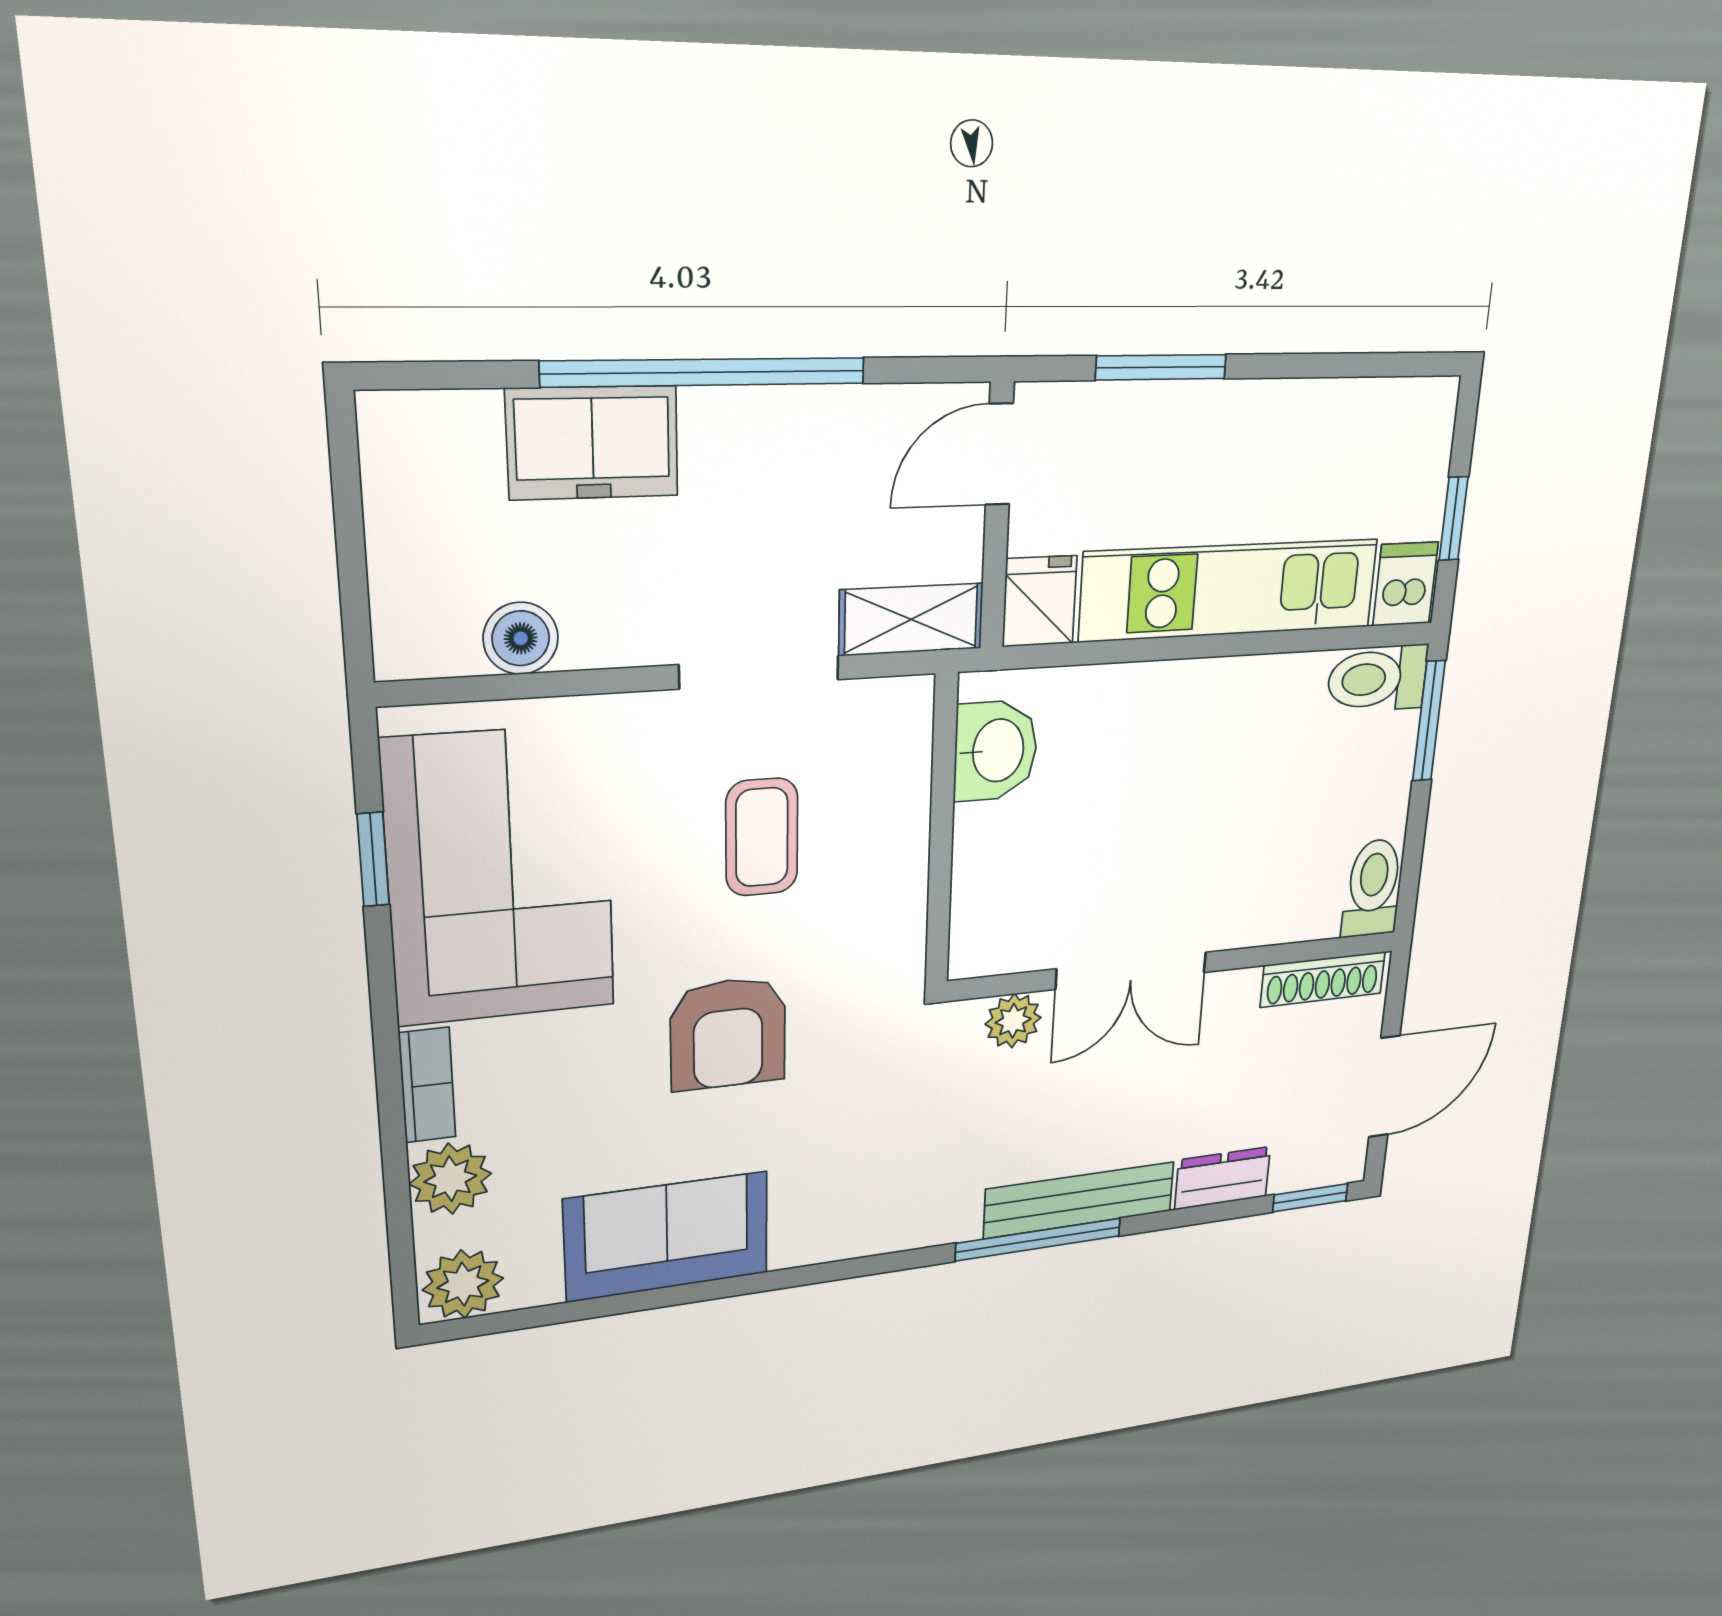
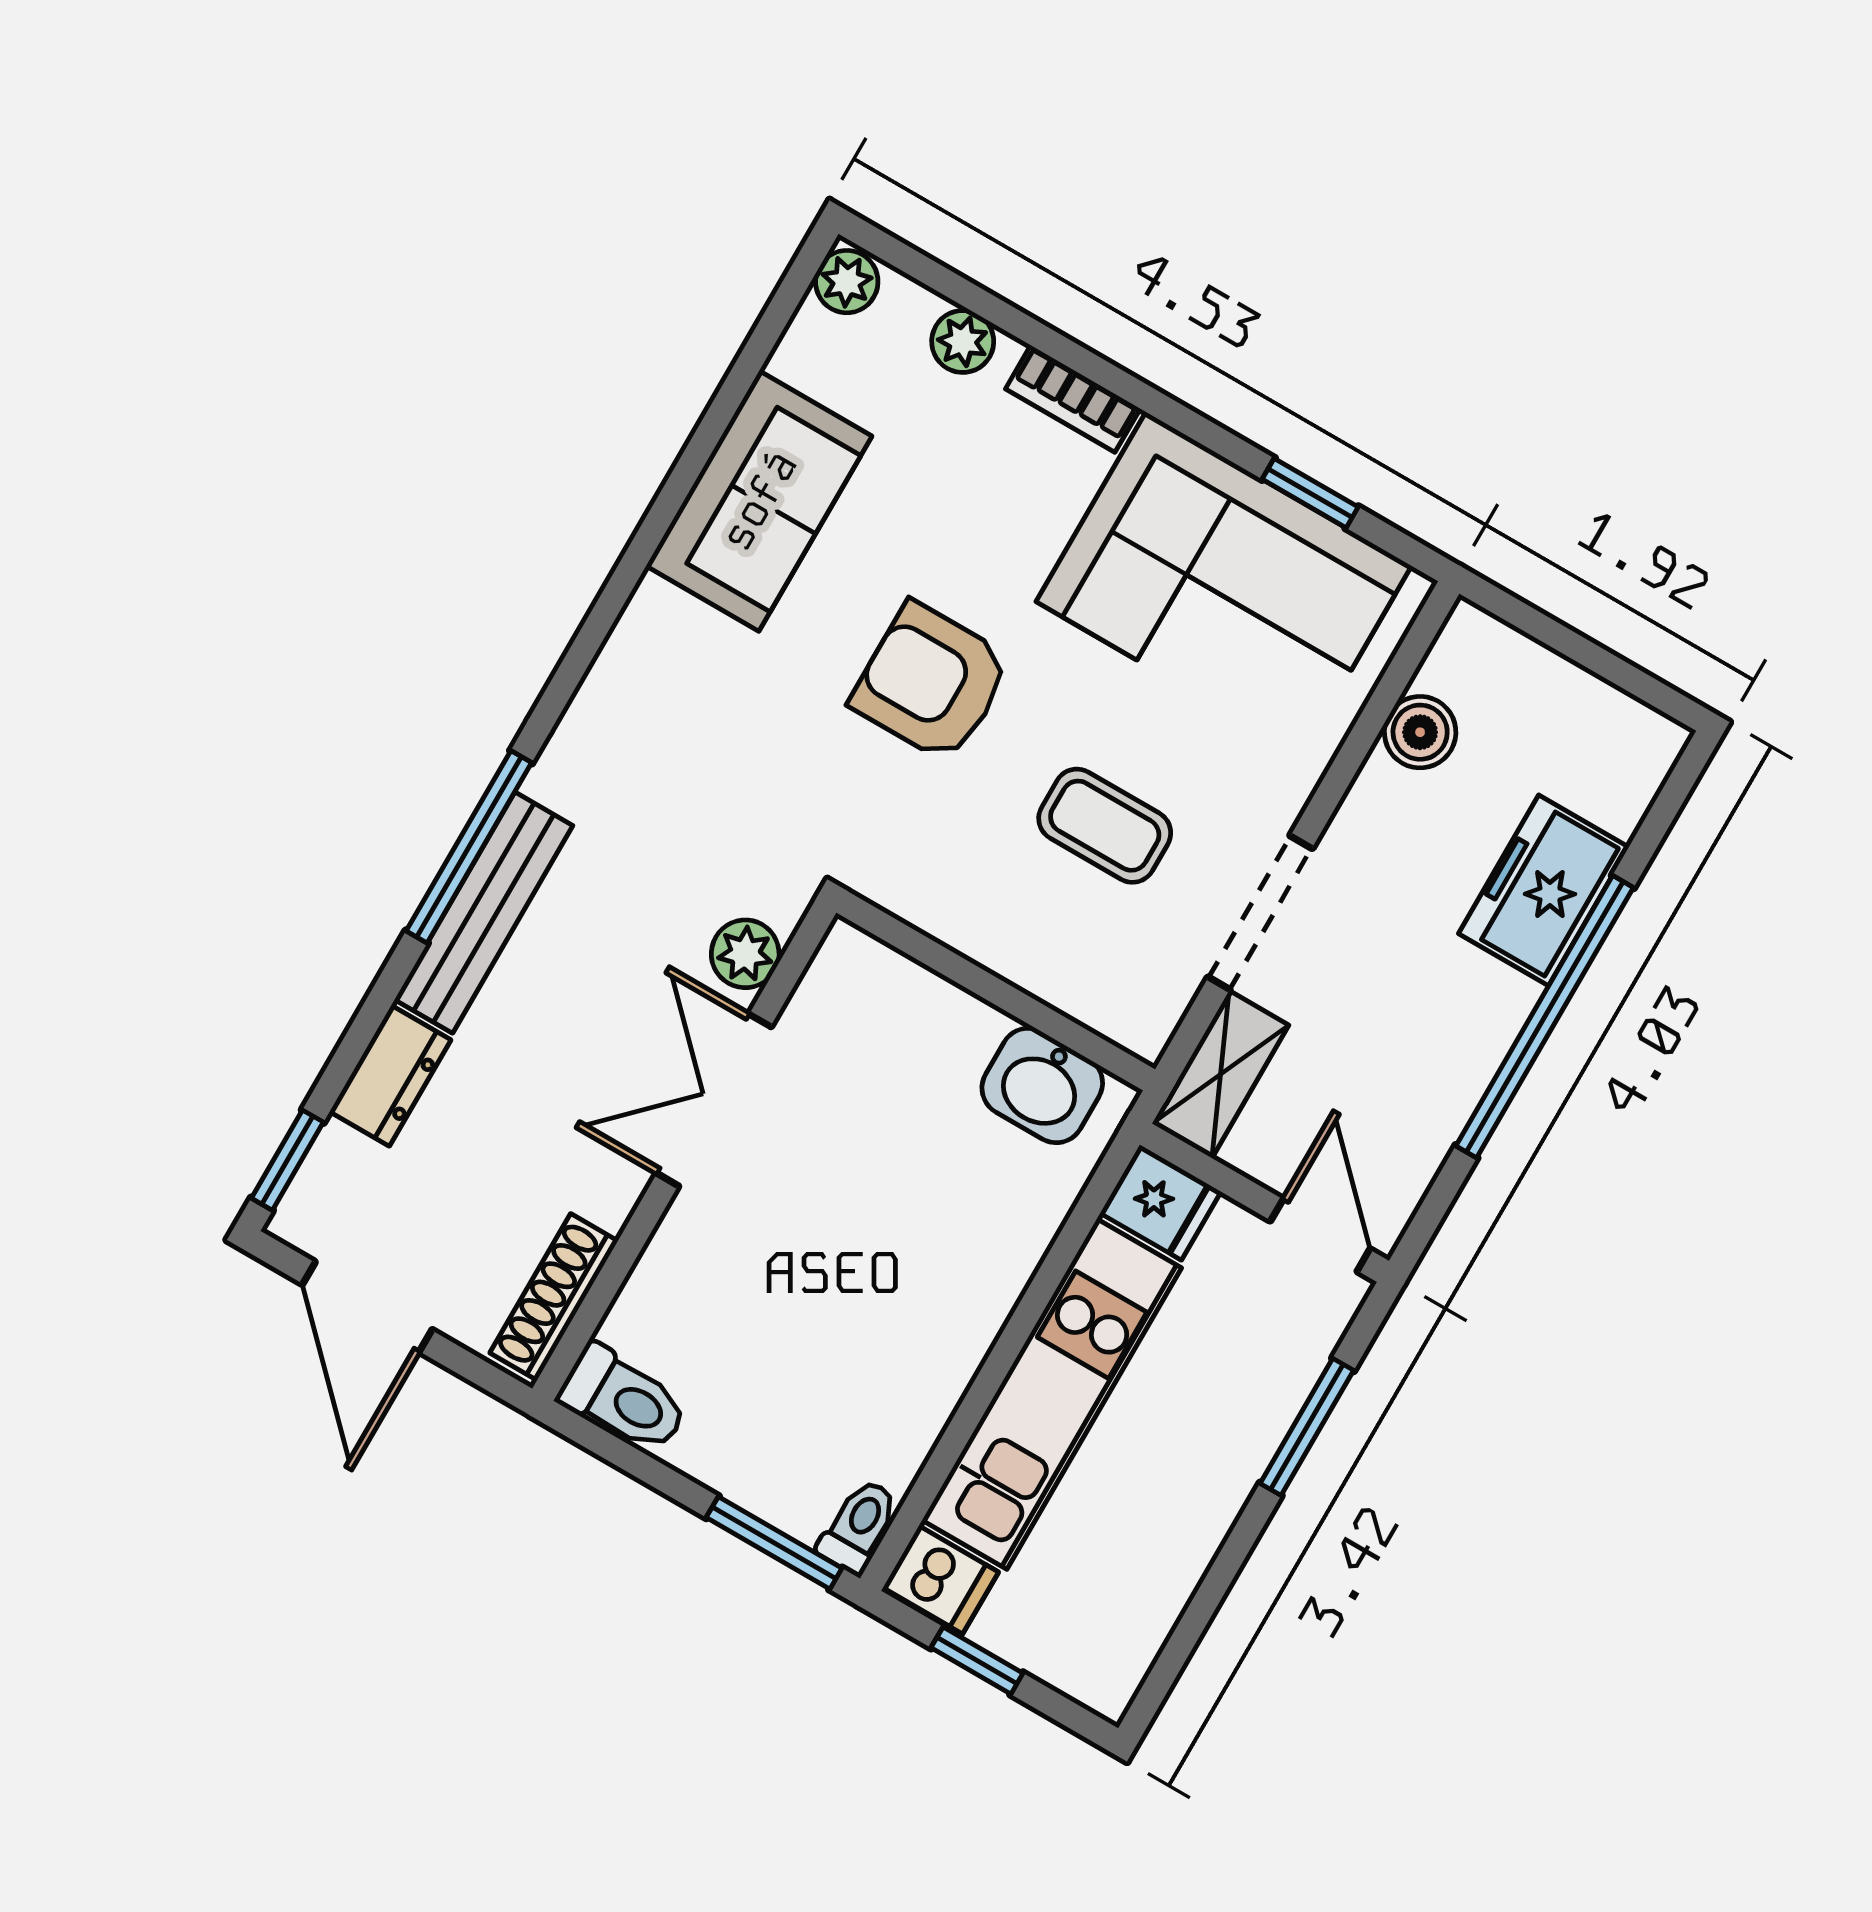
toilet: (1377, 679) -> (859, 1526), width x0.73, depth x0.72
plant: (450, 1179) -> (963, 341), width x0.73, depth x0.73
plant: (463, 1284) -> (847, 282), width x0.73, depth x0.73

